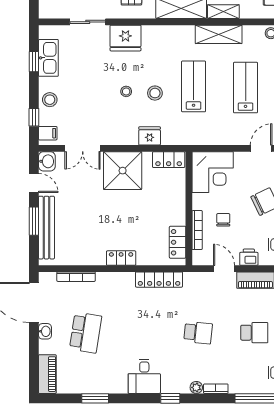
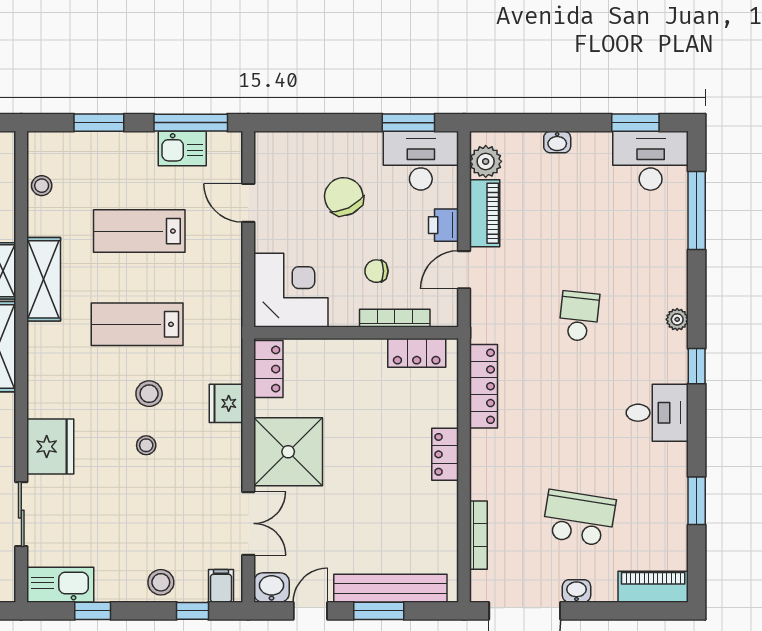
kitchen sink: (48, 58) -> (60, 585), moved
school desk: (254, 333) -> (579, 215), removed
bookcase: (216, 389) -> (679, 284), removed

